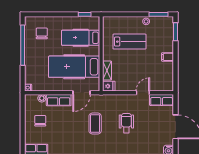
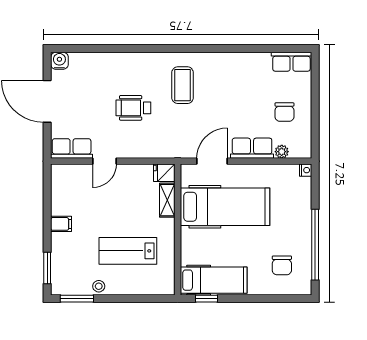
hospital bed: (81, 38) -> (214, 280), moved
wheelchair: (126, 123) -> (133, 108), turned 90
coffee table: (95, 124) -> (183, 85), moved

